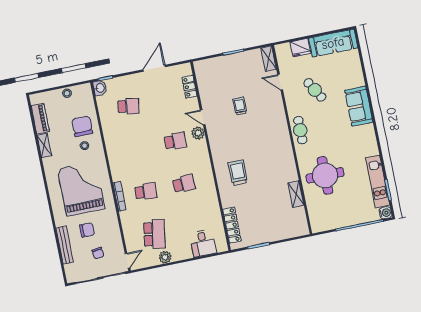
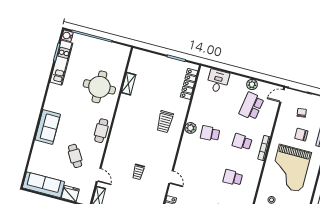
plant: (198, 133) -> (191, 128), moved
school desk: (175, 141) -> (233, 178), moved

